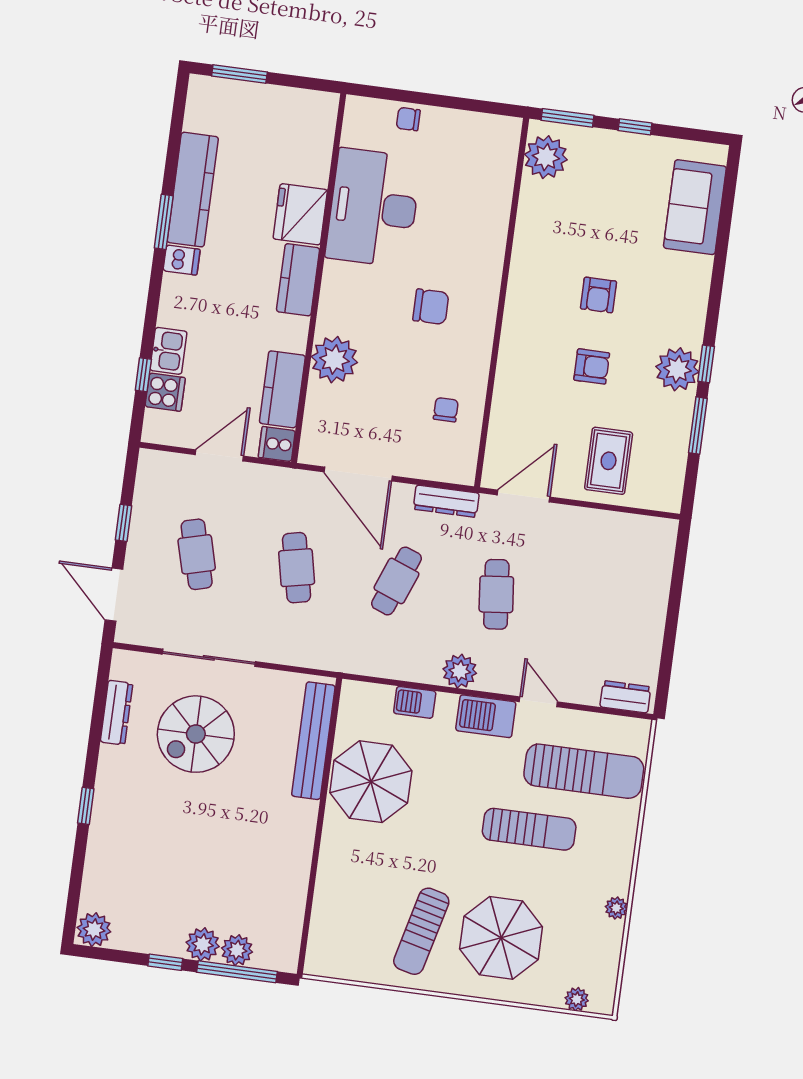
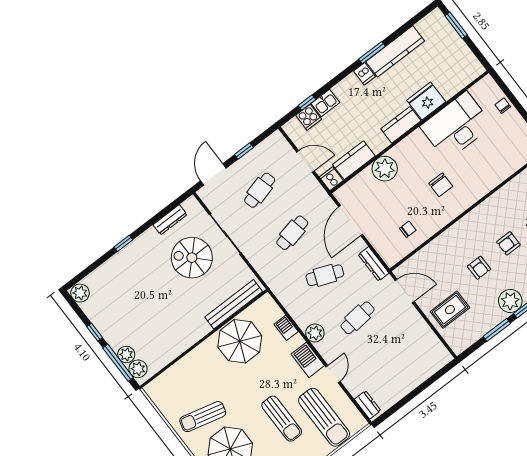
plant: (203, 944) -> (138, 369), moved

